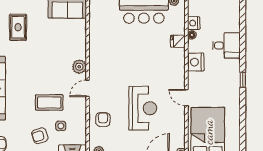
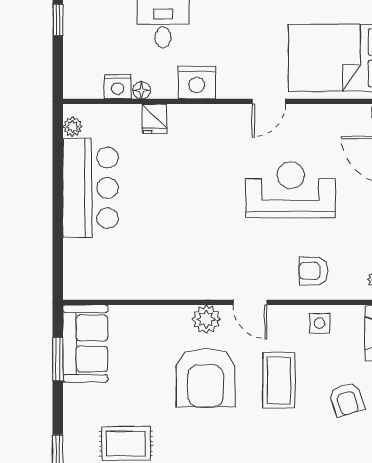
armchair: (51, 66) -> (206, 378), added
side table: (61, 126) -> (320, 323), moved

